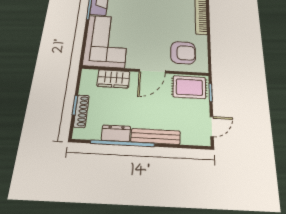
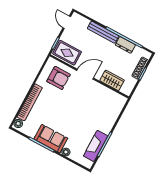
corner sofa: (106, 41) -> (105, 110), removed
armchair: (183, 53) -> (59, 78), turned 180
door: (212, 127) -> (67, 22), hinge flipped

